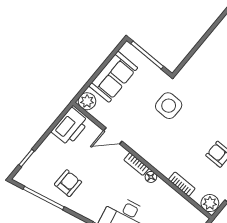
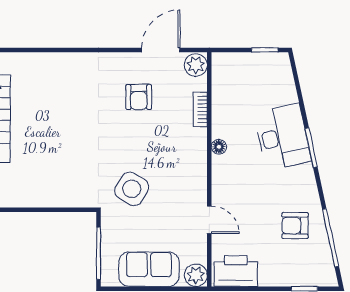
side table: (169, 106) -> (132, 189), turned 31
bookcase: (136, 164) -> (218, 172), removed

